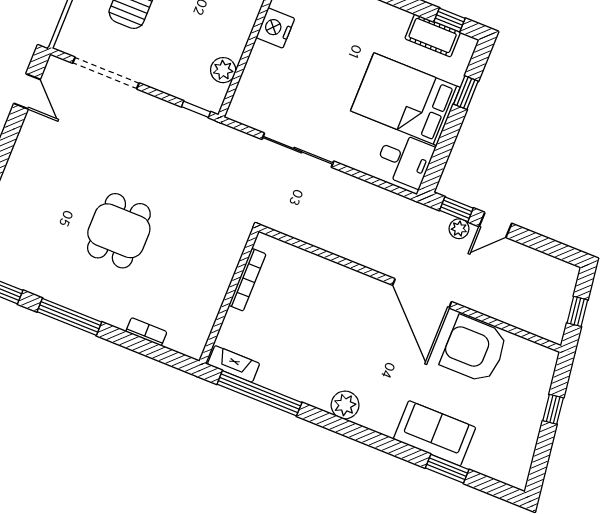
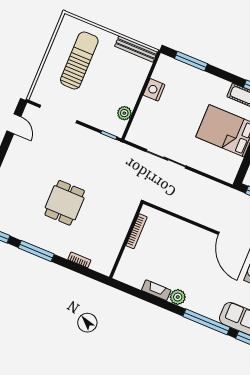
desk: (405, 160) -> (226, 165), removed
fireplace: (234, 364) -> (156, 290), moved
window: (259, 393) -> (206, 322), moved
plant: (345, 405) -> (178, 297), moved

